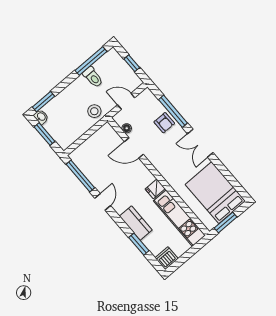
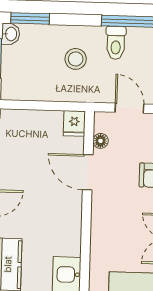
stool: (94, 111) -> (76, 59), moved
fridge: (155, 189) -> (74, 123), moved, turned -90

